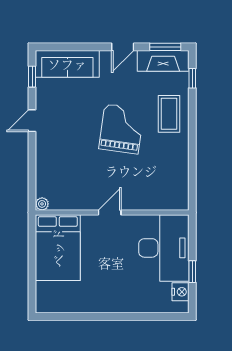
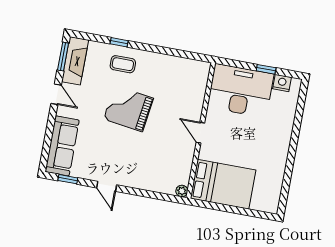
window: (192, 78) -> (119, 42), moved
coffee table: (169, 114) -> (123, 64), width x0.73, depth x0.77

